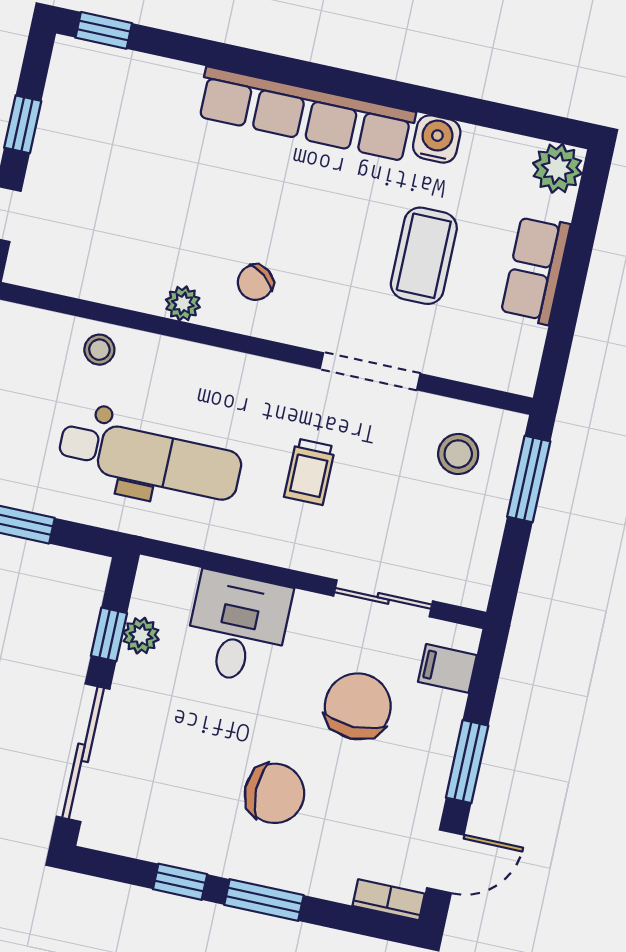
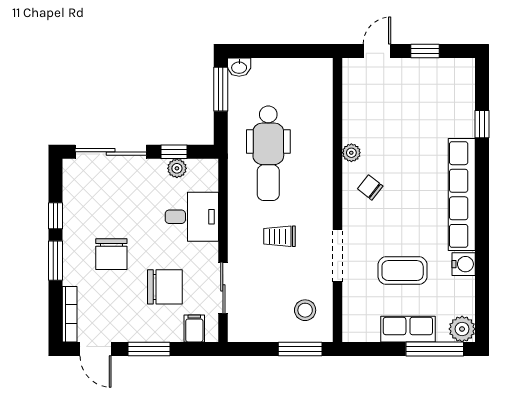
window: (104, 30) -> (482, 124), moved
window: (584, 228) -> (435, 349), added
stool: (99, 350) -> (318, 115), removed
bookcase: (389, 900) -> (70, 314), width x1.56

